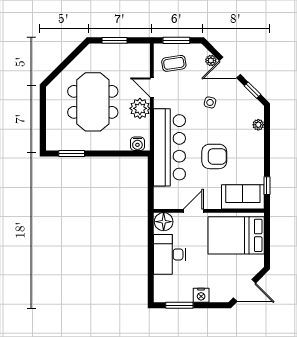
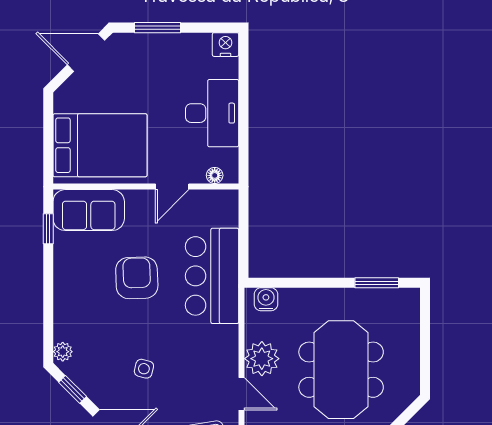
plant: (258, 125) -> (63, 352), moved
bar counter: (170, 147) -> (212, 276), width x0.73
armchair: (214, 156) -> (137, 278), turned 88
floor lamp: (164, 222) -> (215, 175), width x0.53, depth x0.53
nightstand: (201, 295) -> (226, 45), moved
window: (179, 305) -> (158, 28), moved

